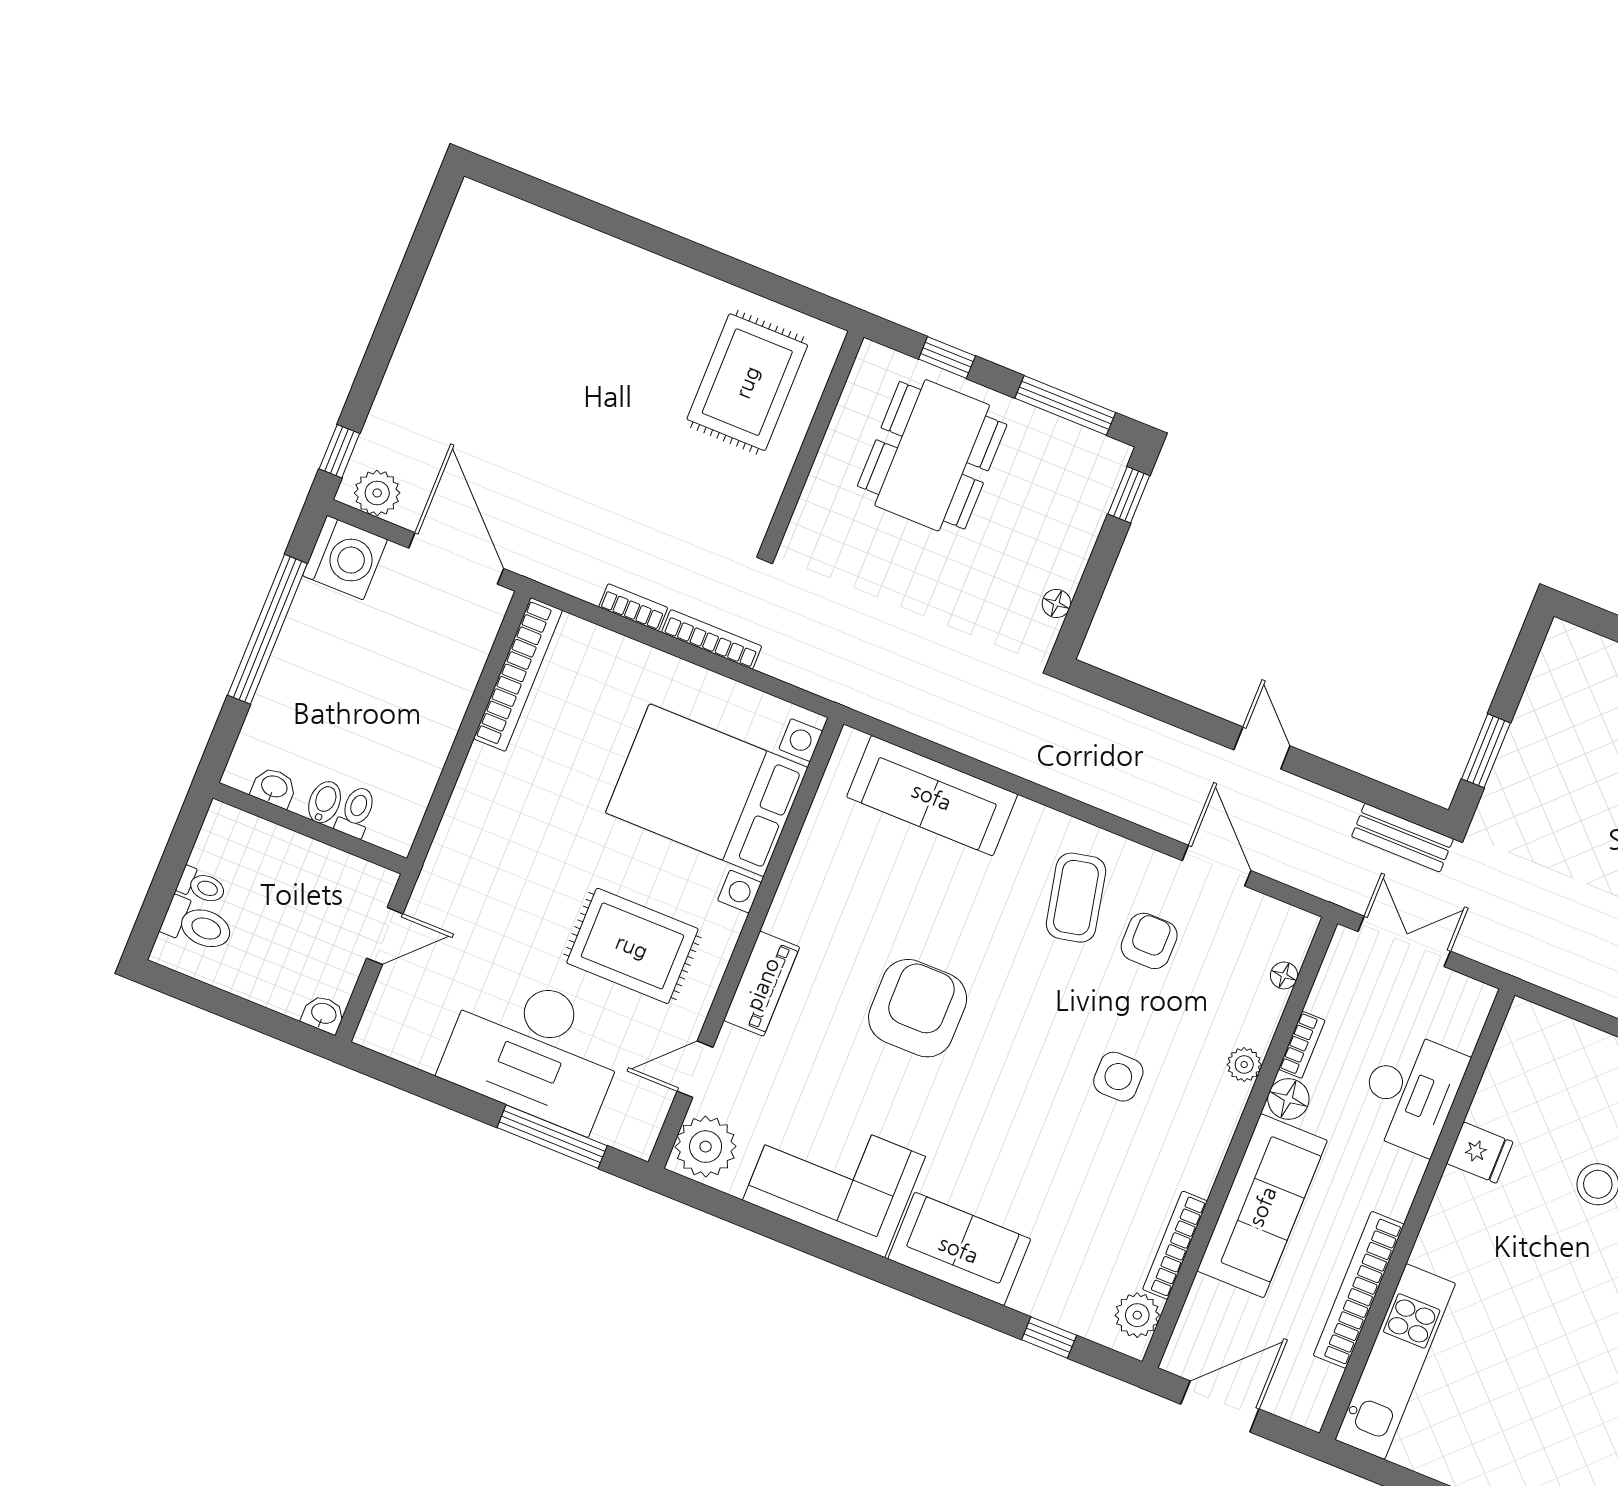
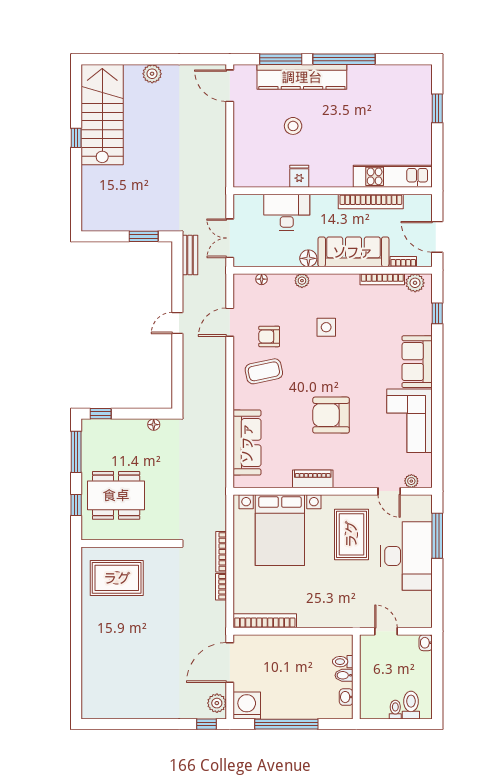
piano: (762, 984) -> (313, 479), moved
bookcase: (1302, 1045) -> (403, 262), moved
plant: (706, 1147) -> (411, 481), width x0.53, depth x0.53

